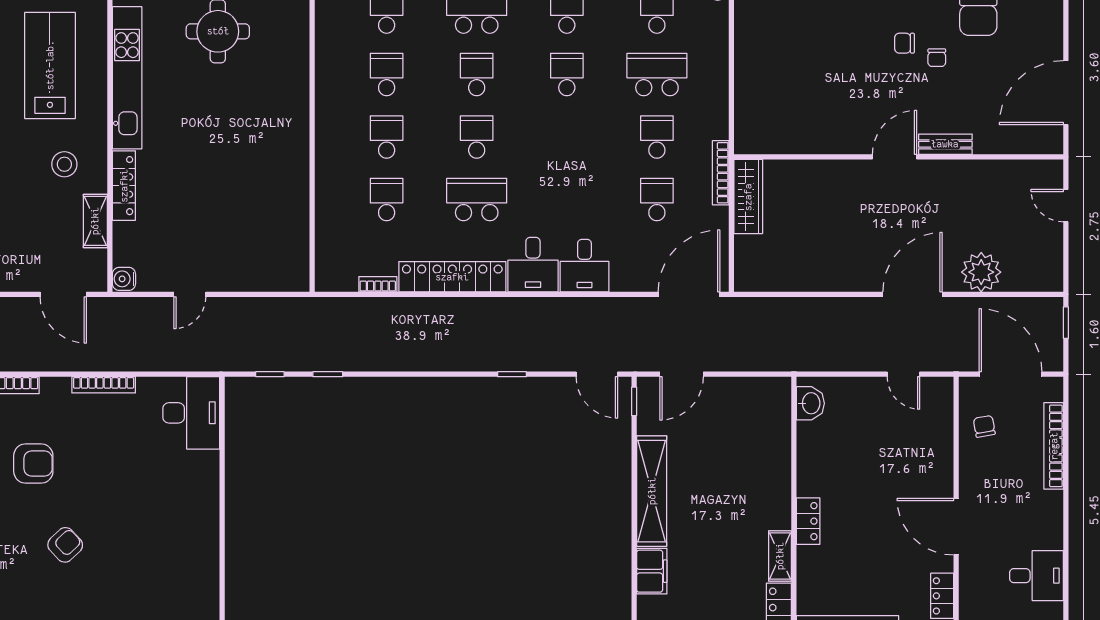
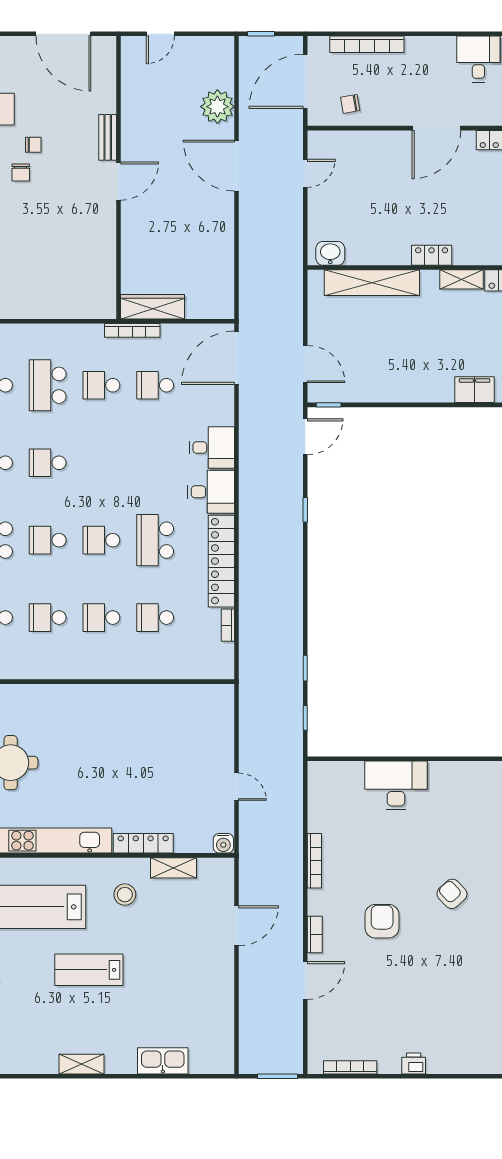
door: (895, 157) -> (119, 181), swing flipped
door: (63, 294) -> (237, 926), moved
door: (689, 294) -> (237, 358), hinge flipped
desk: (191, 413) -> (396, 785), moved
shelving: (652, 491) -> (372, 283), moved

